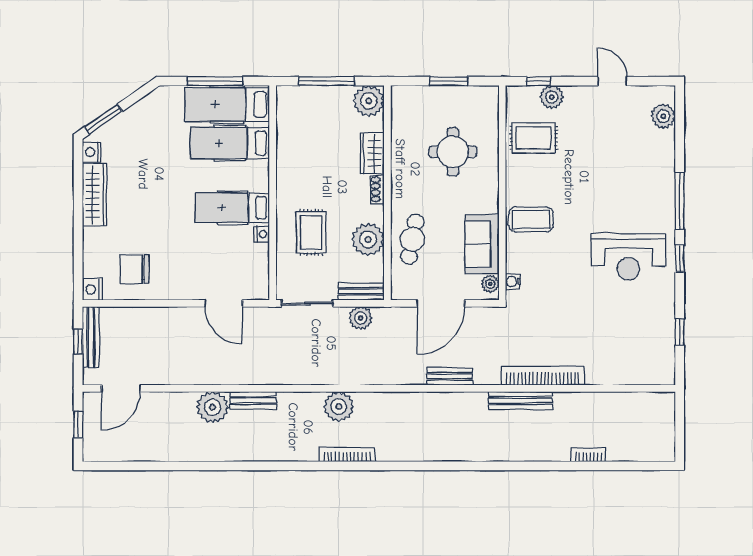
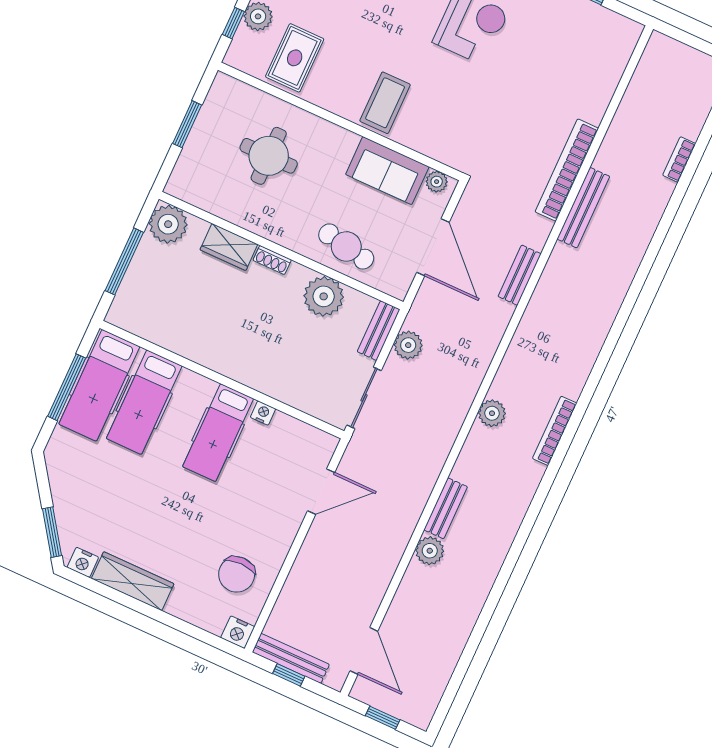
rug: (311, 232) -> (286, 357), removed
water cooler: (513, 281) -> (445, 155), removed
plant: (213, 407) -> (430, 551), width x0.73, depth x0.73
plant: (339, 407) -> (492, 413), width x0.73, depth x0.73

